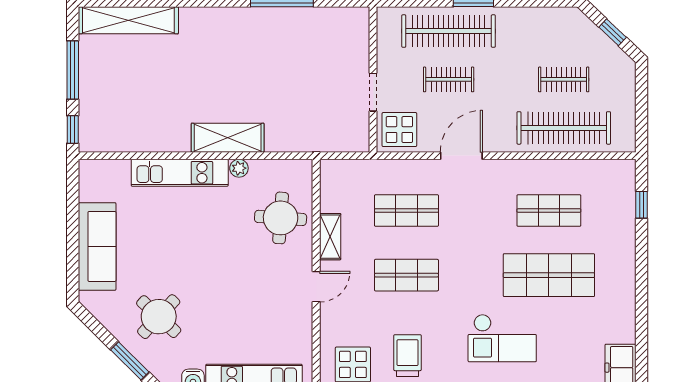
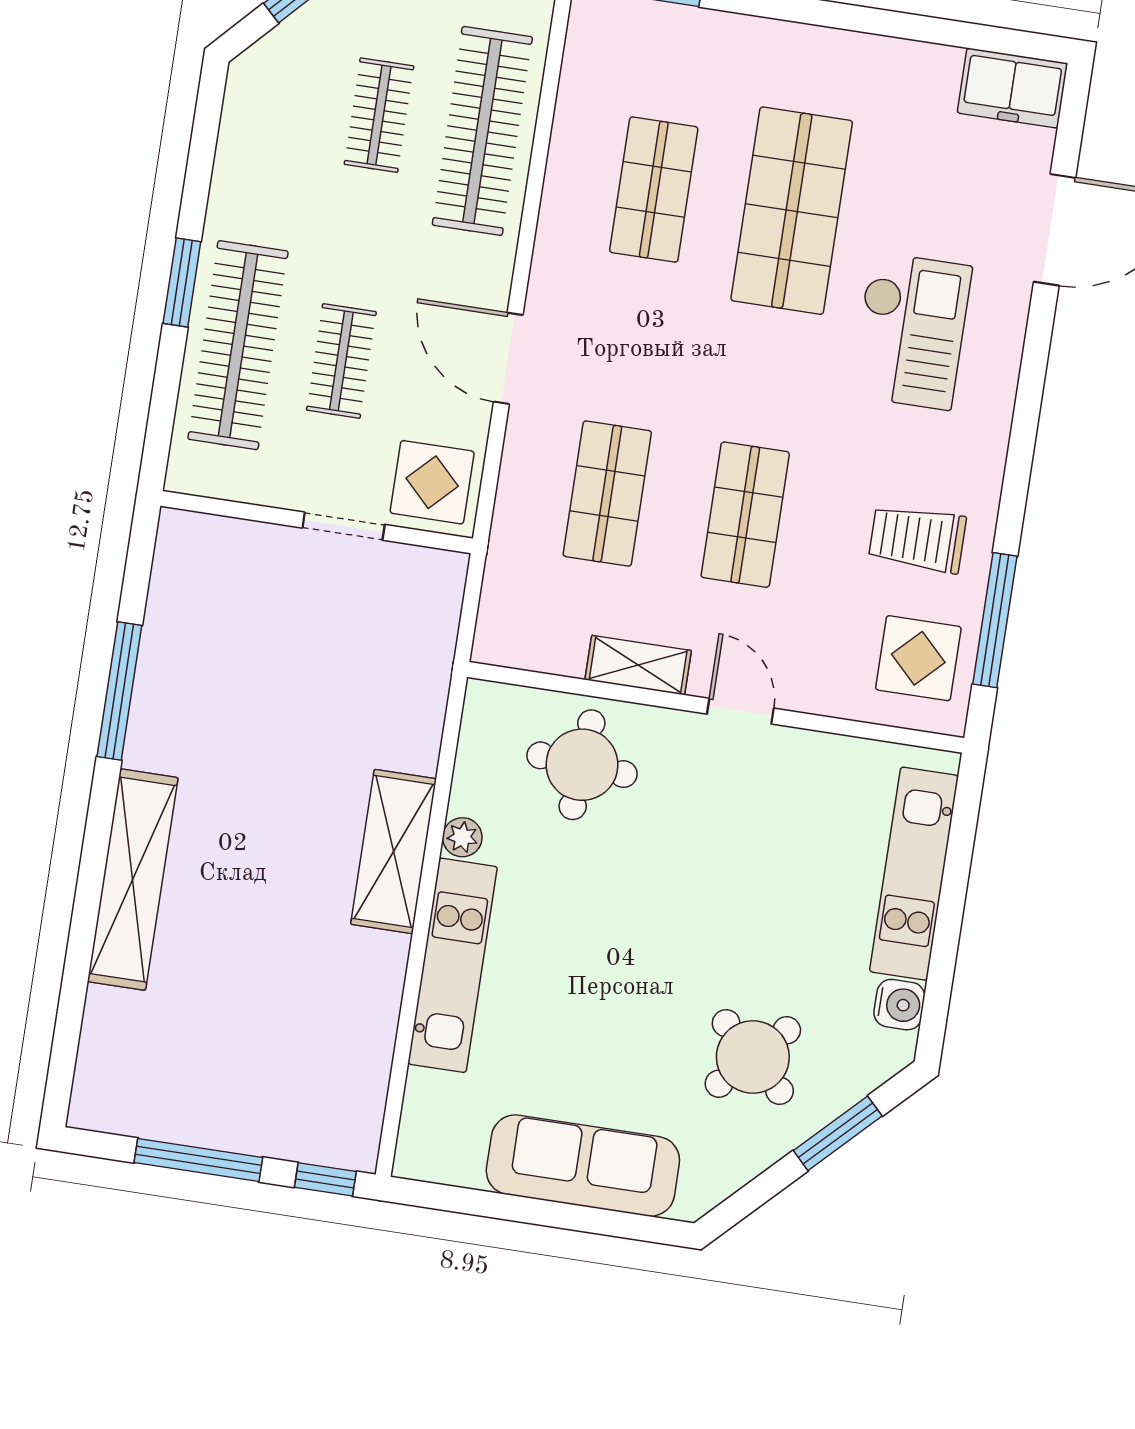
shelving: (128, 20) -> (133, 880), moved

